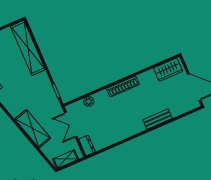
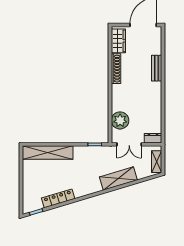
shoe rack: (123, 87) -> (116, 69), moved
plant: (89, 101) -> (120, 120), width x1.87, depth x1.87

